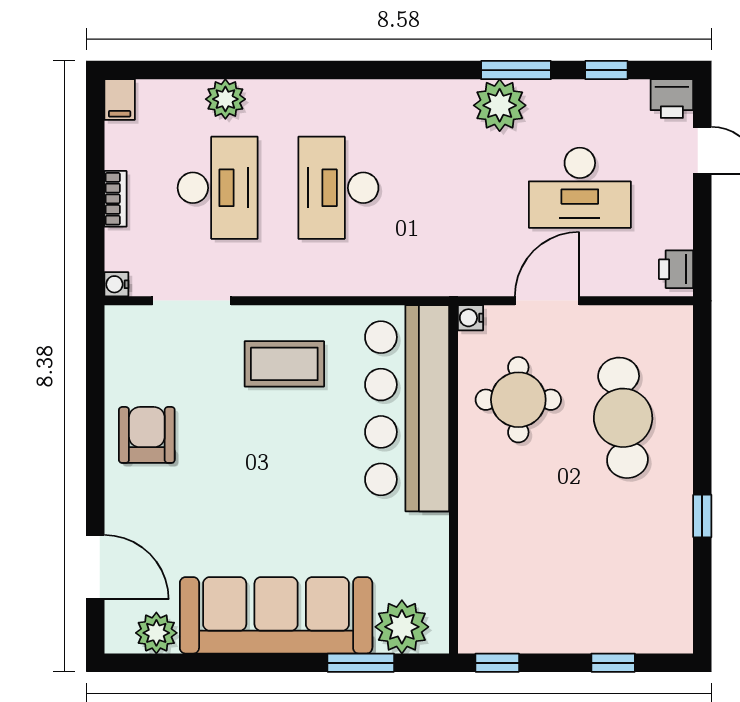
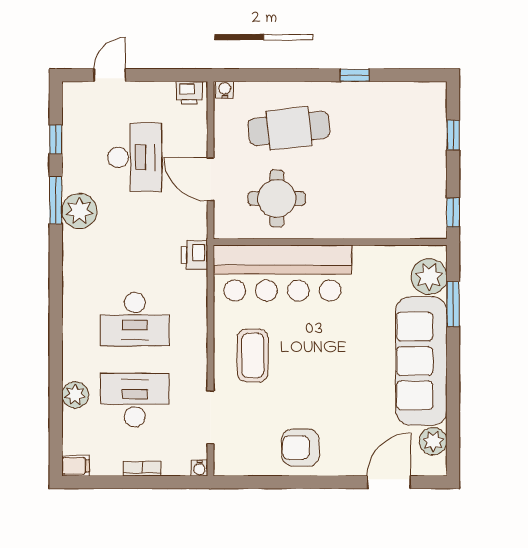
printer: (672, 99) -> (195, 255), moved, turned 180
water cooler: (470, 318) -> (225, 90), moved, turned 180

